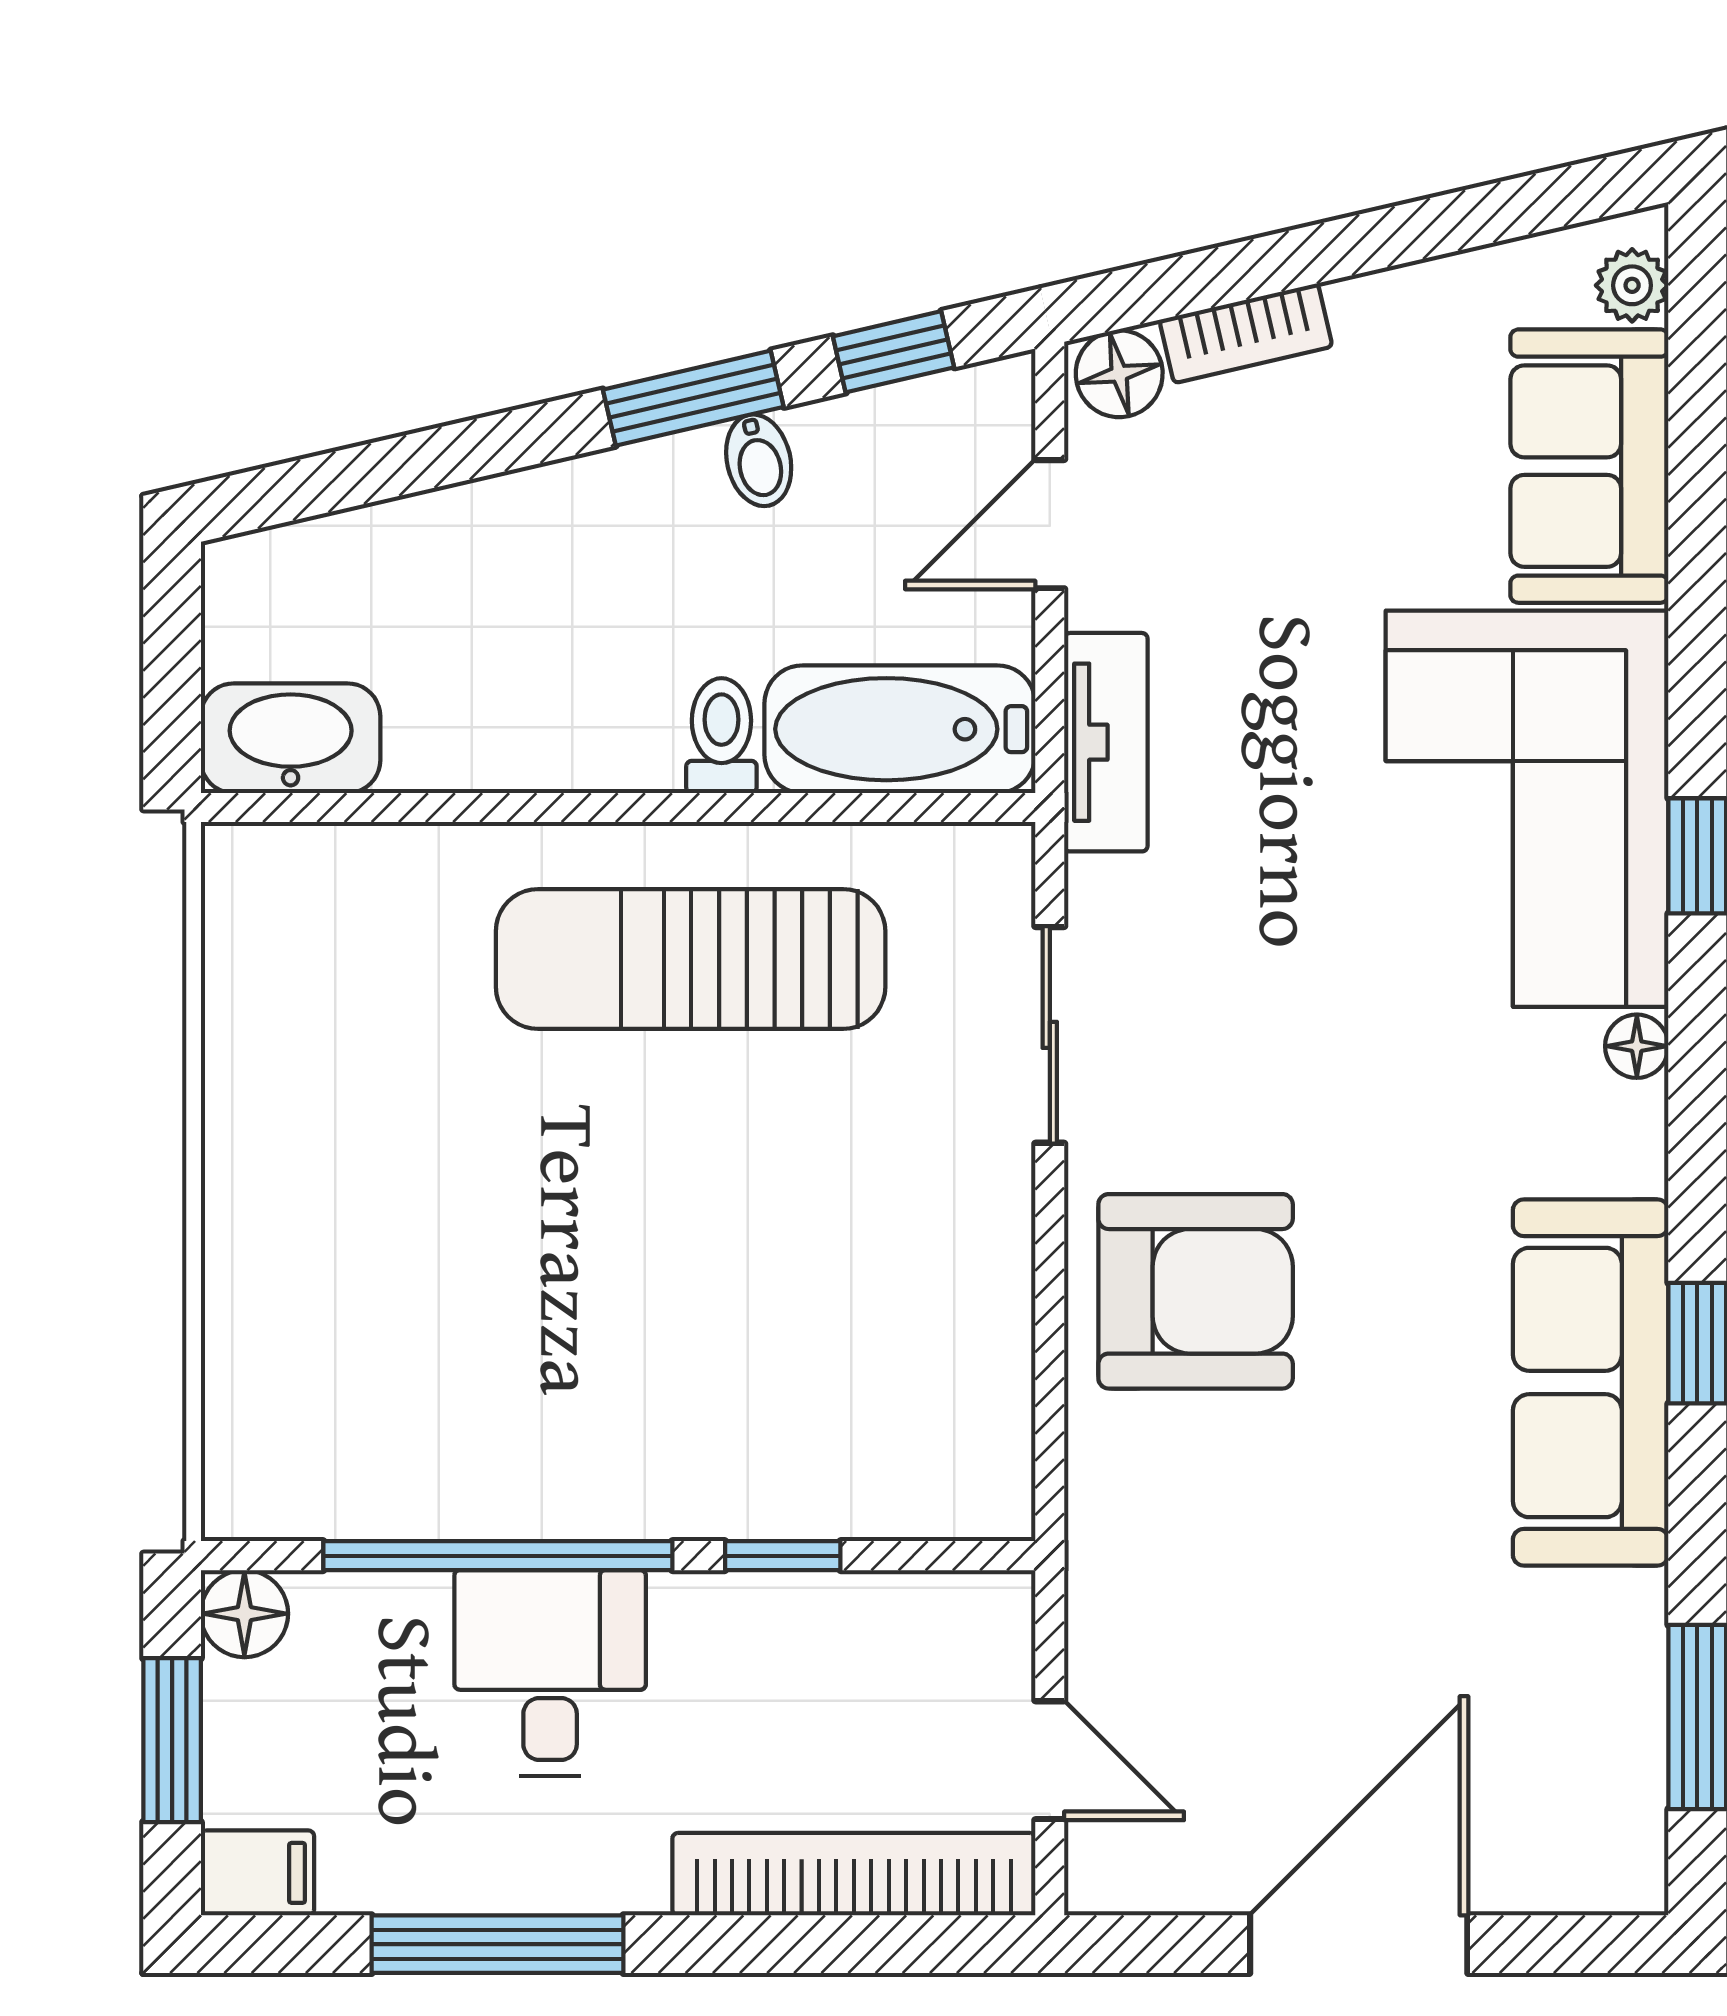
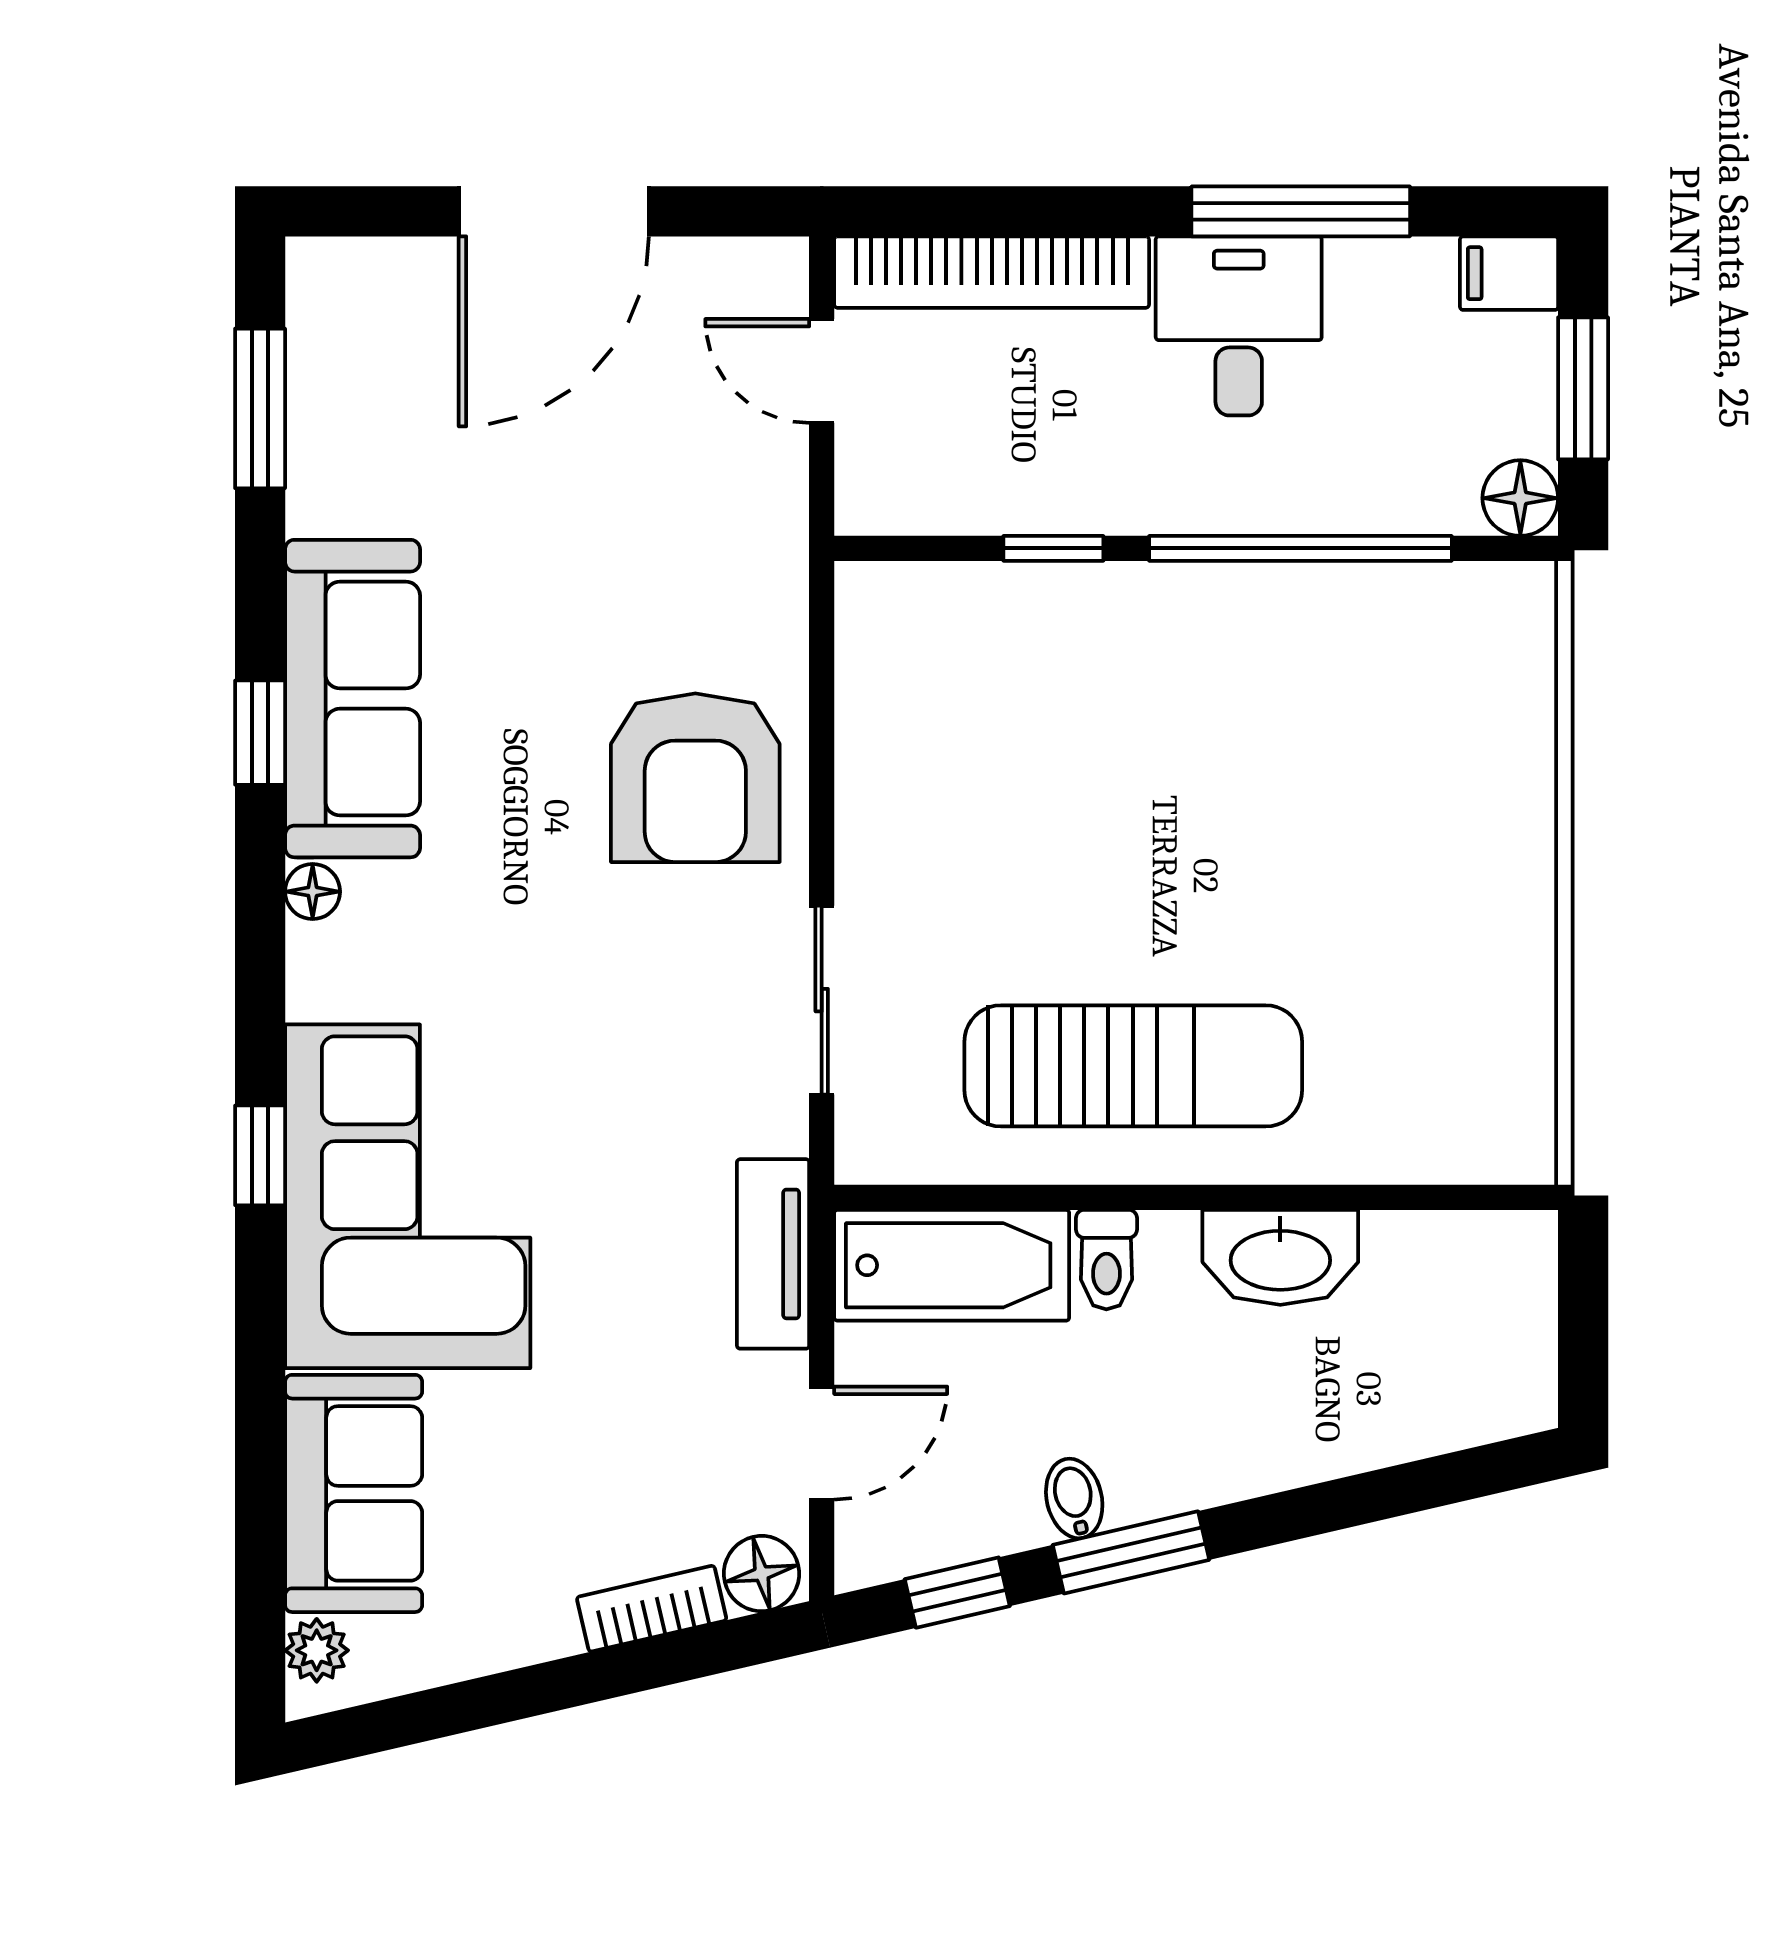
washbasin: (291, 738) -> (1280, 1257), moved
floor lamp: (1637, 1046) -> (313, 892), moved
armchair: (1196, 1291) -> (695, 778), turned -90
desk: (550, 1673) -> (1239, 326), moved, turned 180

